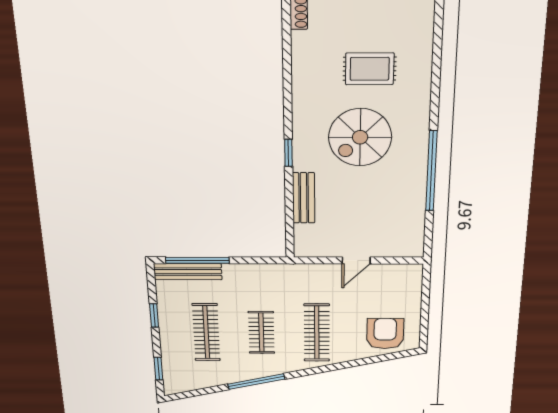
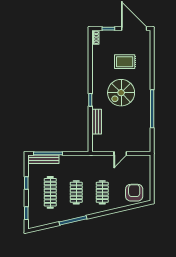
clothes rail: (317, 333) -> (102, 192), width x0.73

